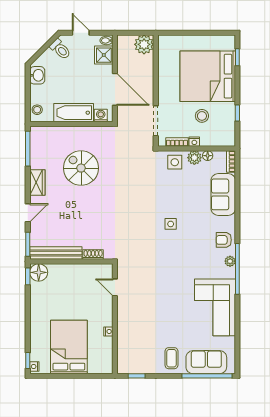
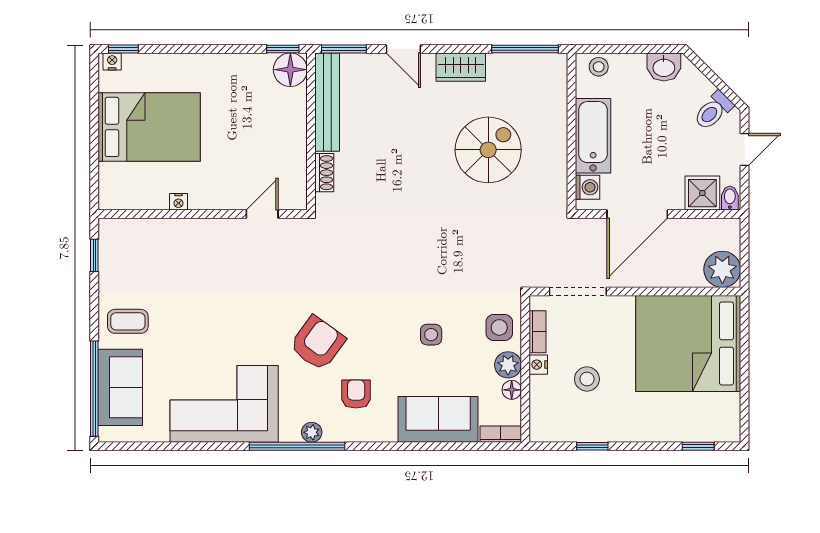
bed: (208, 76) -> (688, 343), moved, turned -90
side table: (171, 224) -> (431, 335), moved
armchair: (224, 240) -> (356, 394), moved
armchair: (183, 258) -> (317, 343), added

